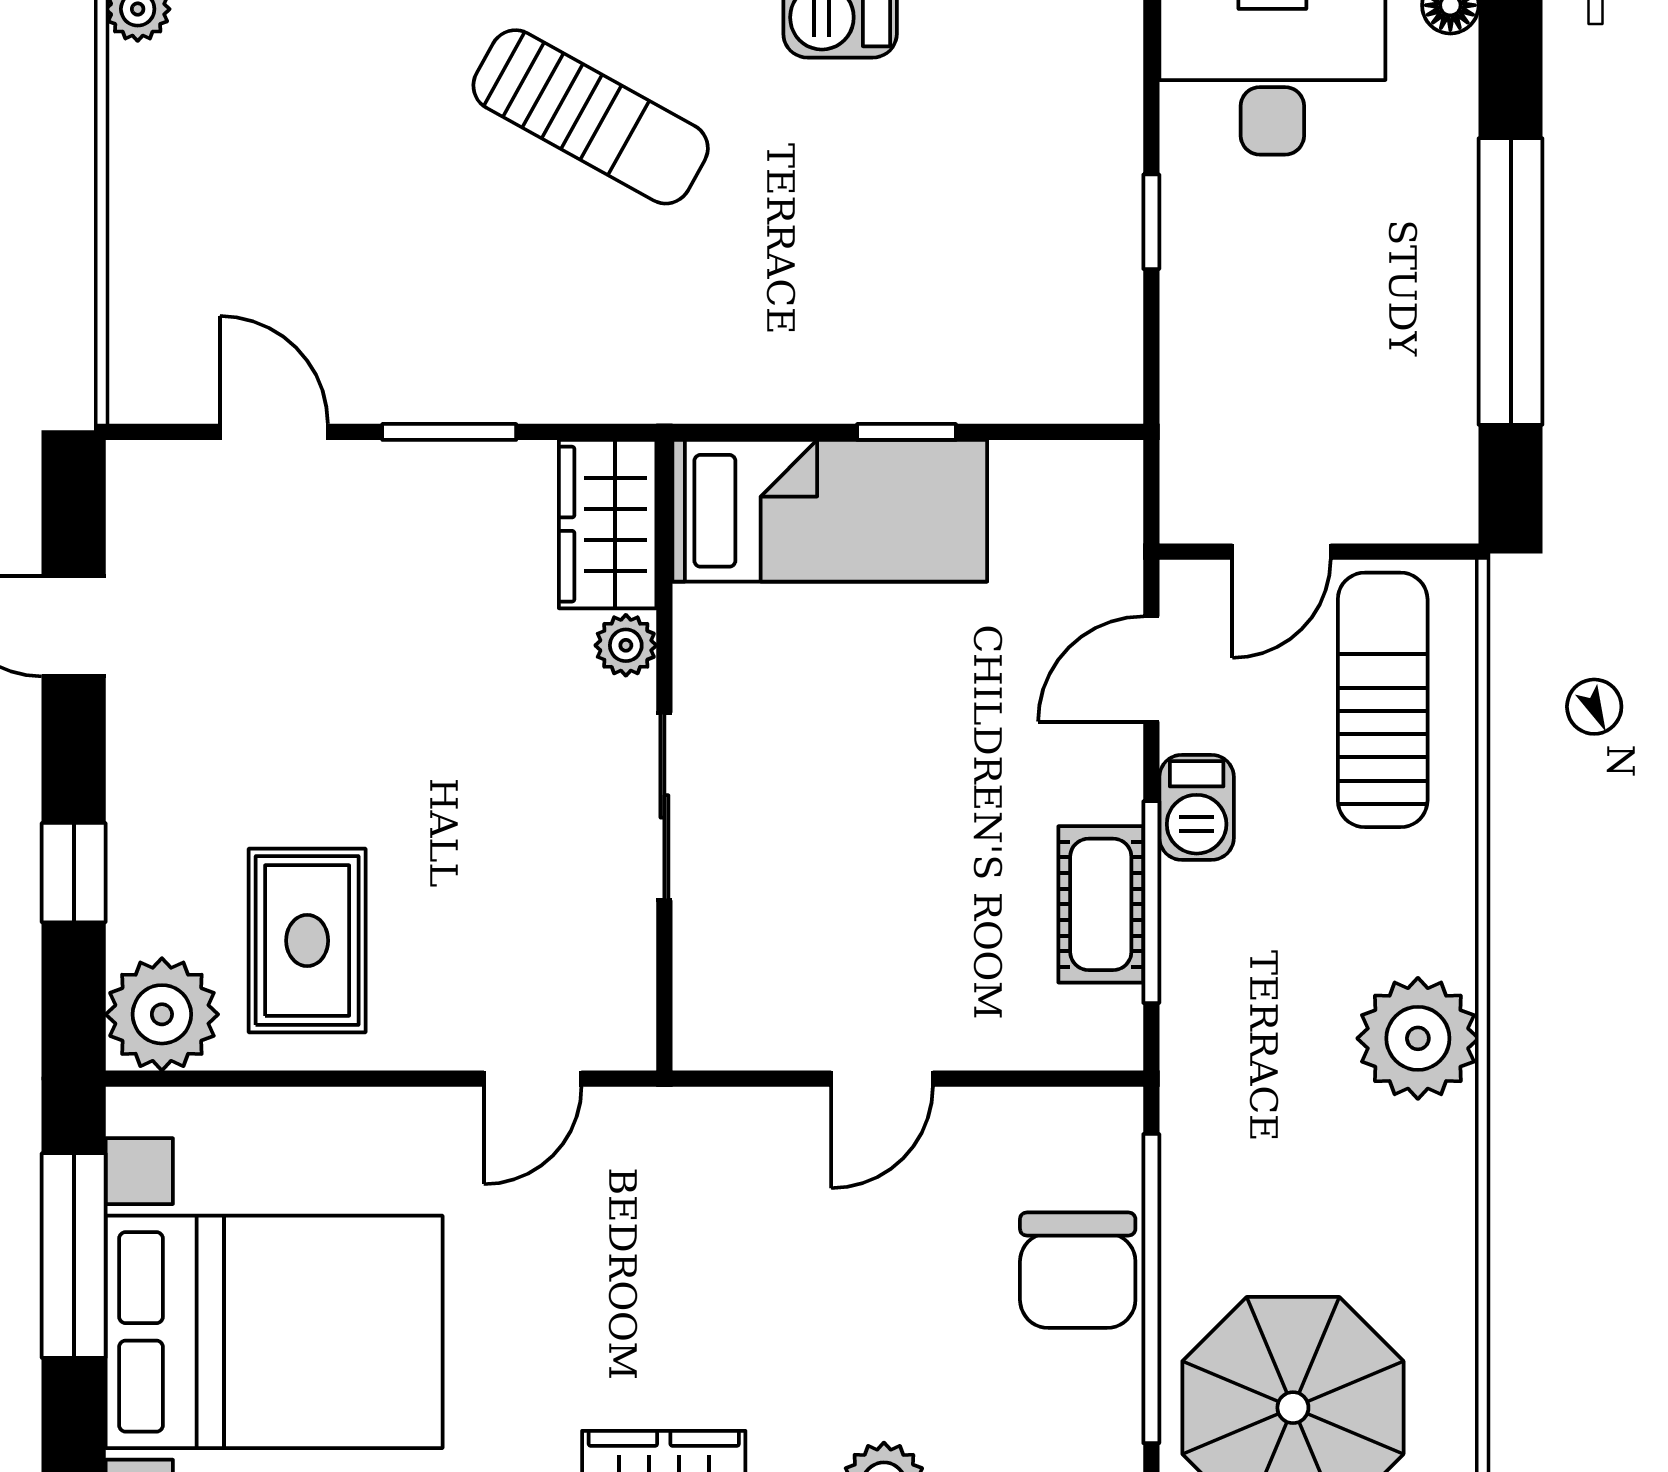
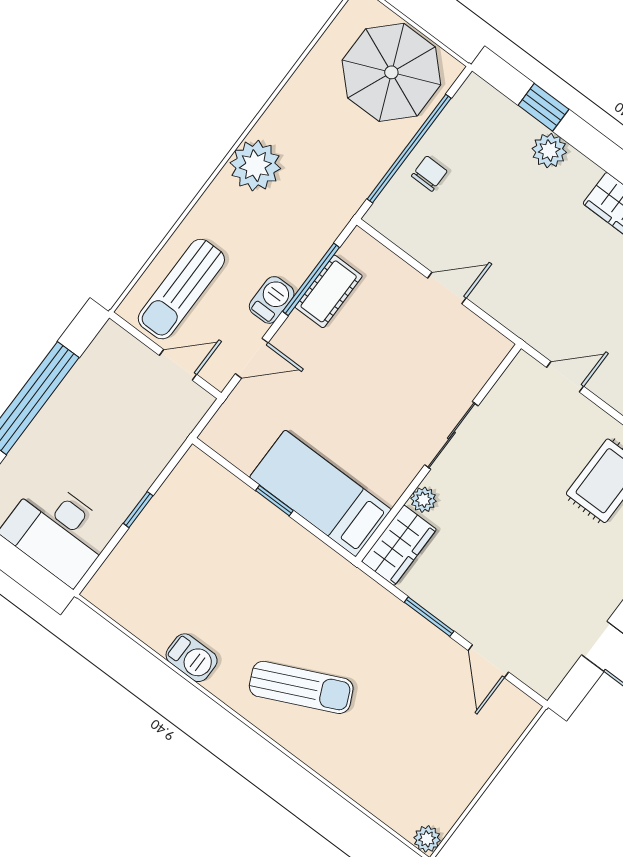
sun lounger: (591, 117) -> (301, 687), turned 126
chair: (1078, 1270) -> (429, 174), width x0.54, depth x0.54

